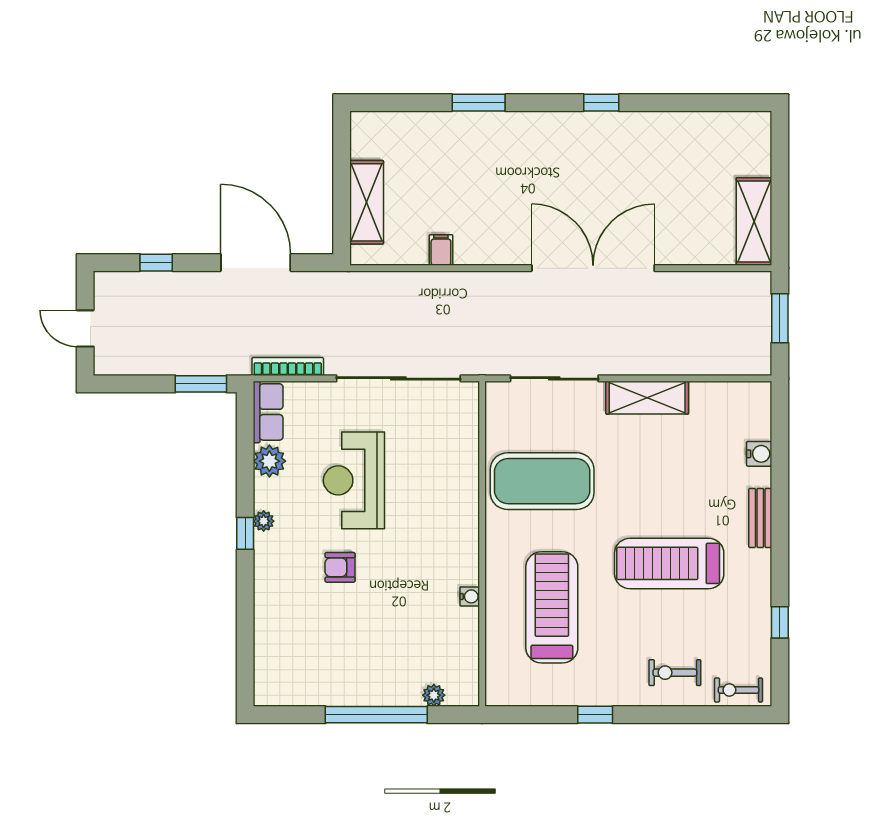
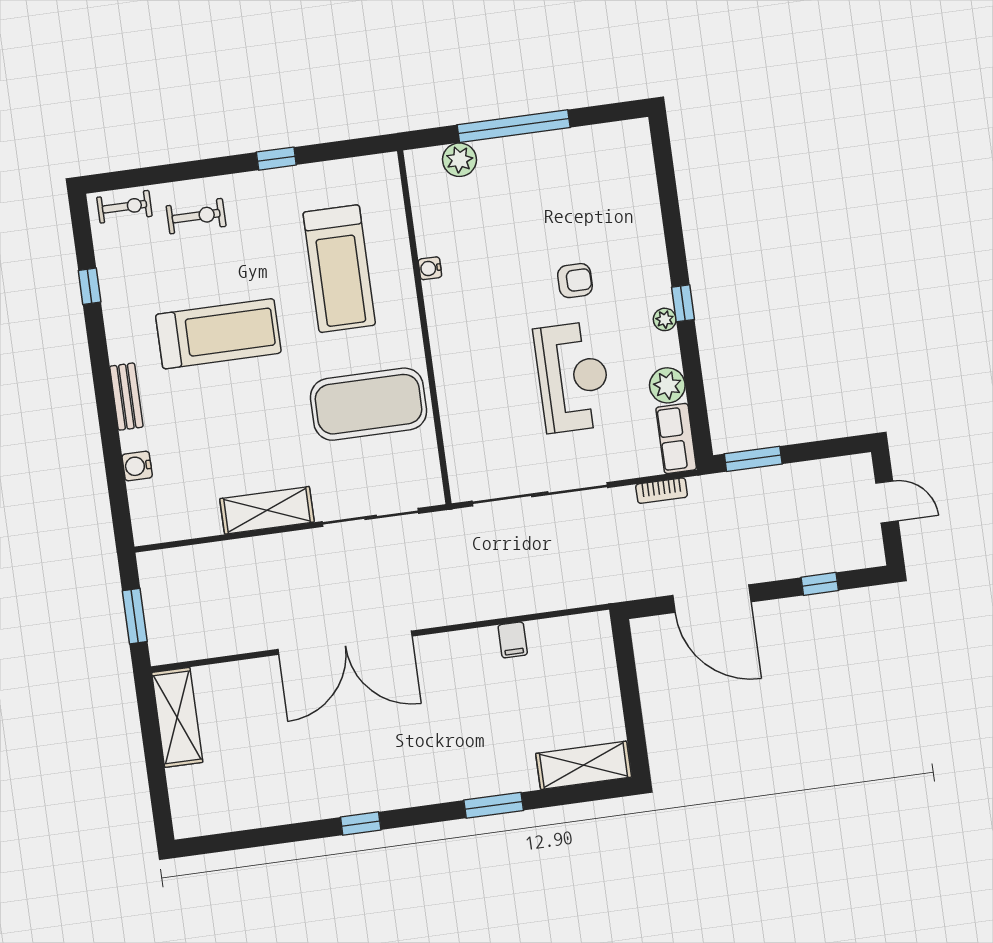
shelving: (367, 202) -> (584, 765), moved, turned 90
bookcase: (288, 367) -> (662, 491), width x0.64
plant: (434, 695) -> (459, 160), width x1.38, depth x1.38

